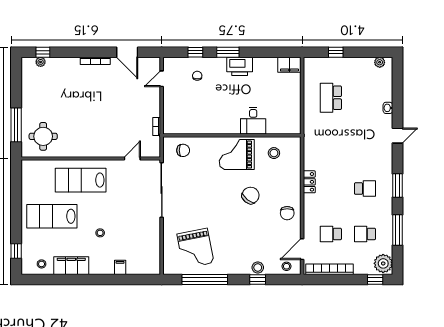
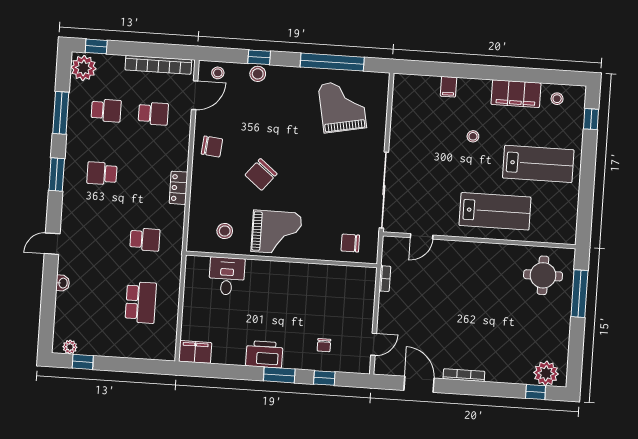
window: (336, 52) -> (83, 362), moved
plant: (41, 62) -> (546, 373), width x1.87, depth x1.87
desk: (253, 121) -> (227, 276), moved
school desk: (331, 143) -> (145, 239), added
chair: (287, 213) -> (212, 146), turned 96

